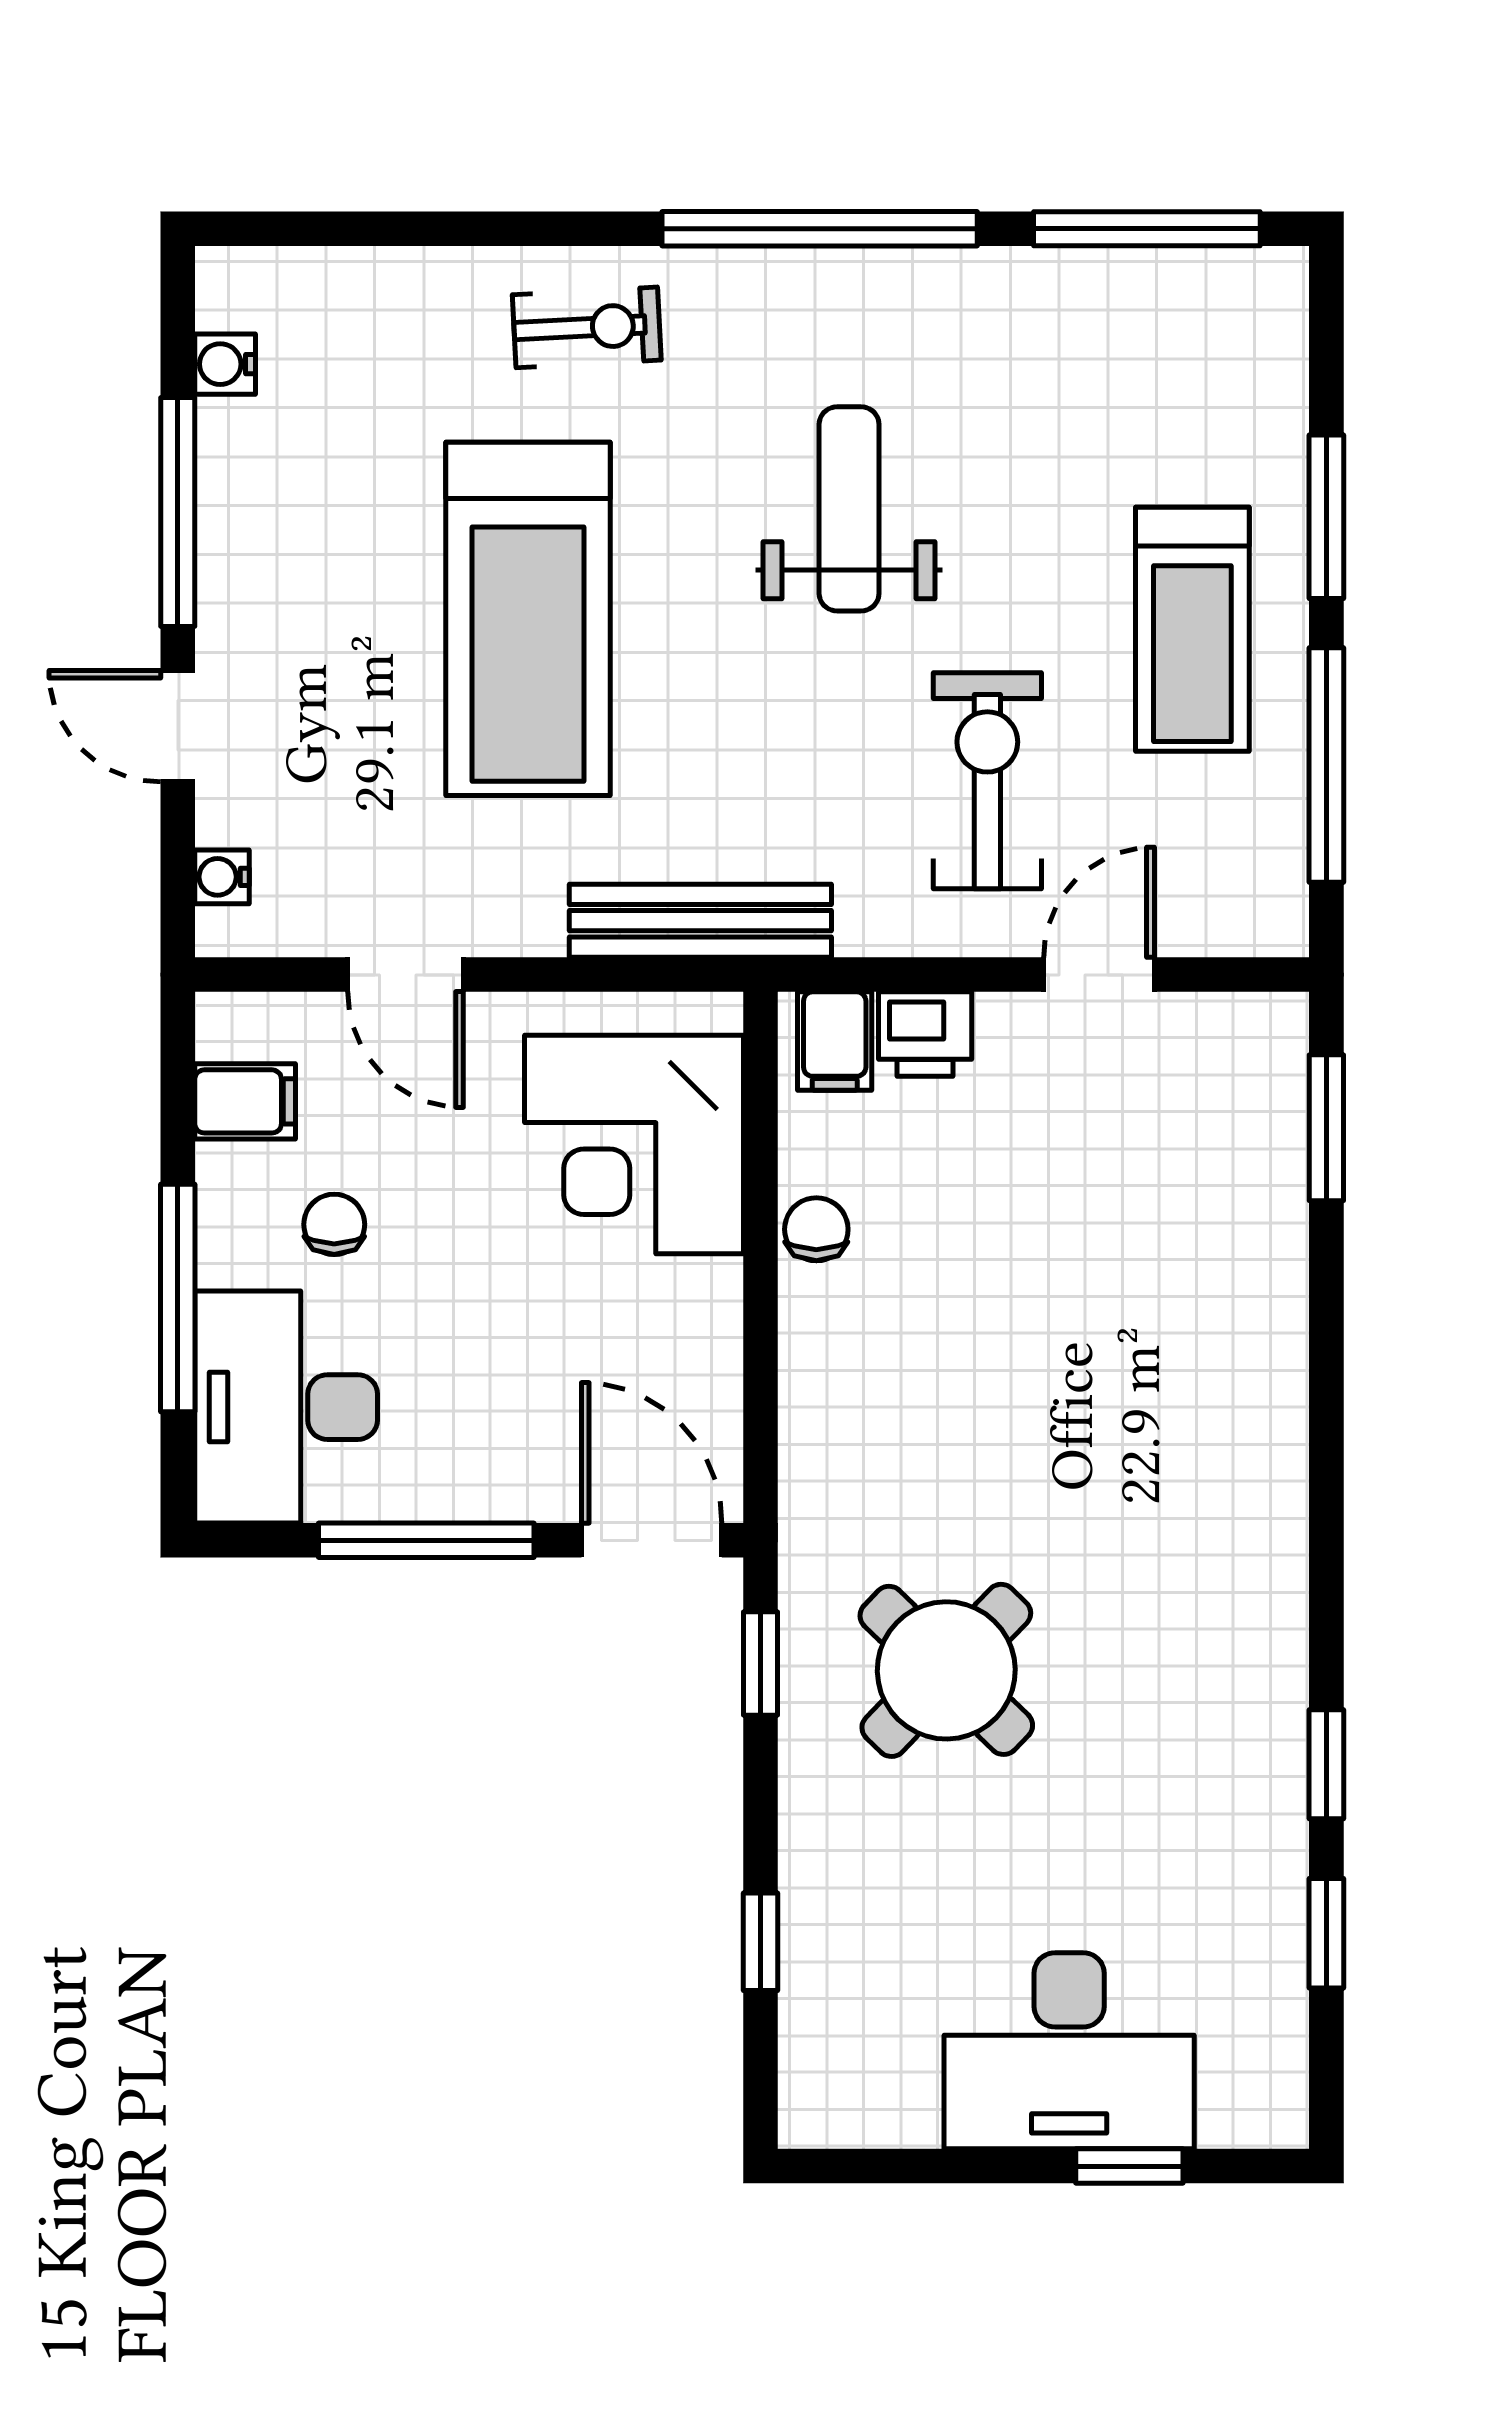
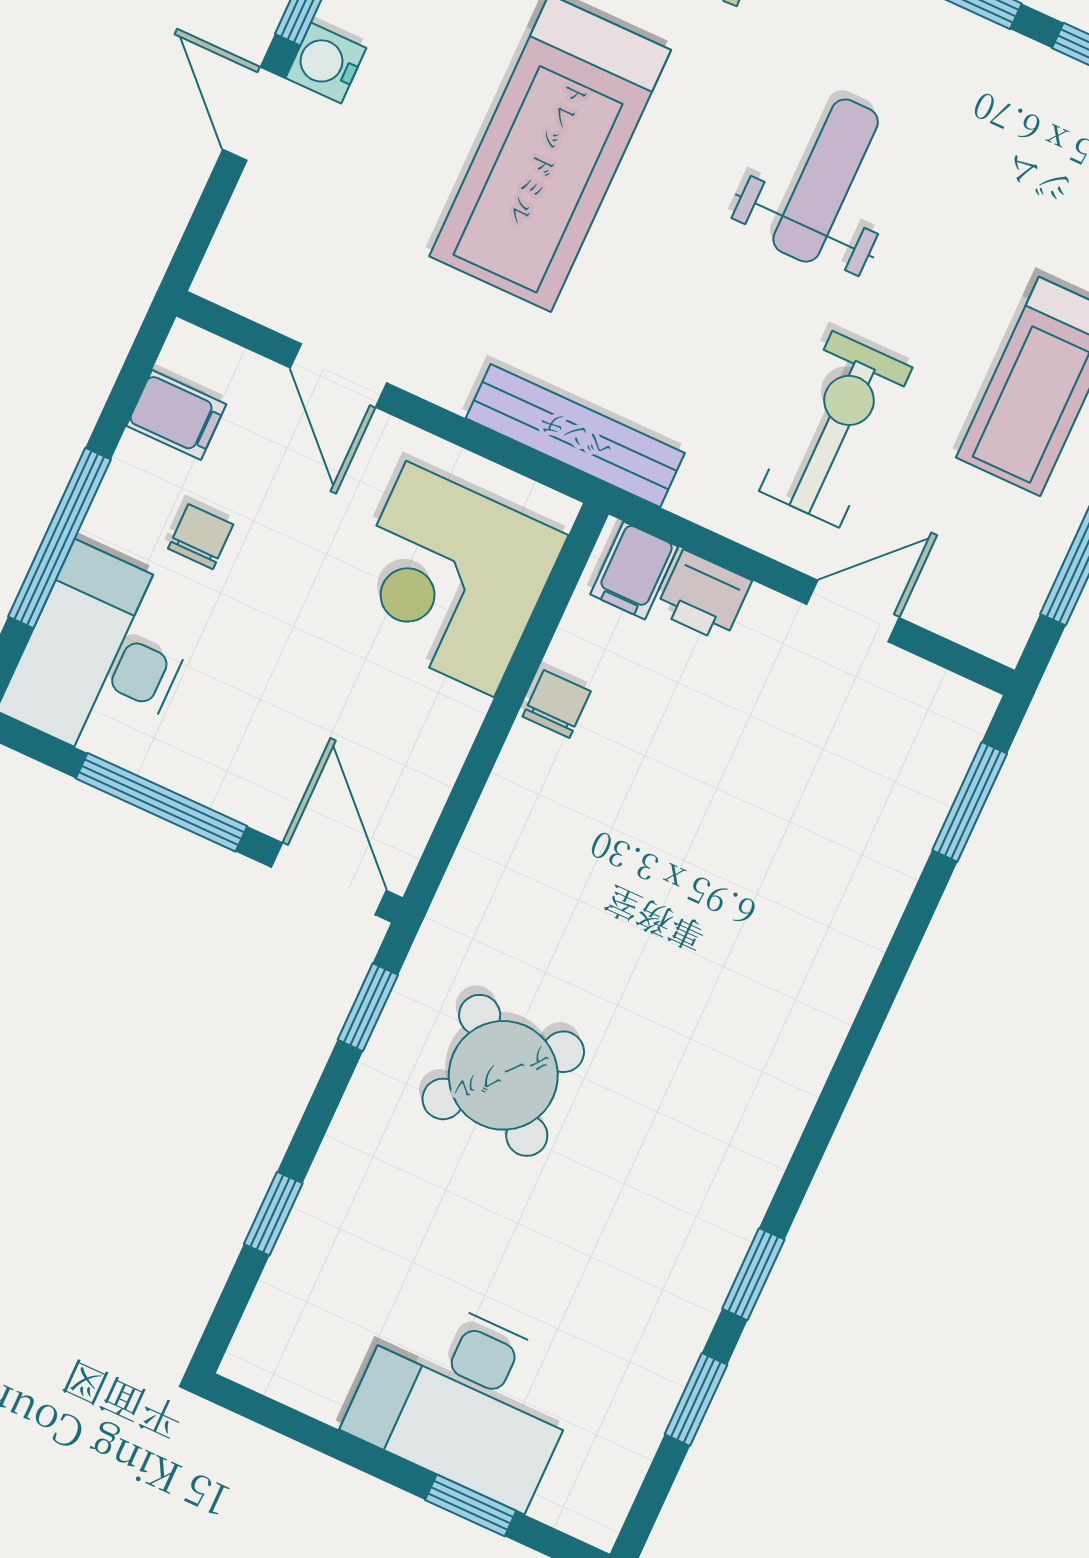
water cooler: (222, 877) -> (326, 63), moved, width x1.38, depth x1.38

